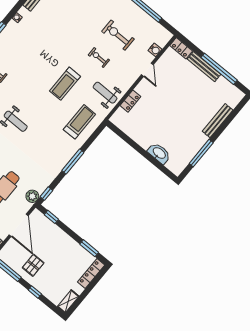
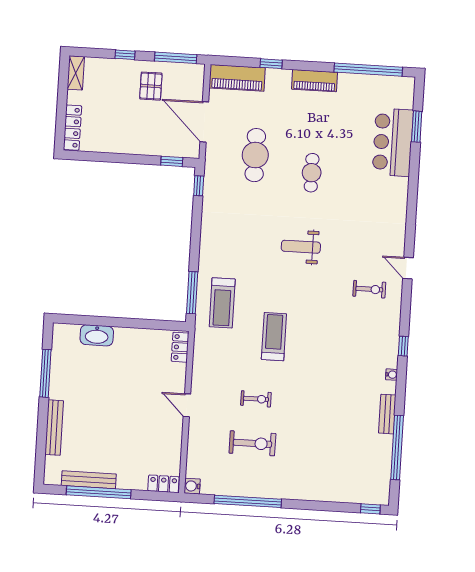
water cooler: (155, 50) -> (192, 486), moved
bench: (204, 67) -> (89, 480), moved
door: (147, 70) -> (187, 405), moved
weight bench: (105, 93) -> (217, 361), removed
locker: (130, 101) -> (180, 347), moved
window: (73, 161) -> (192, 293), moved
plant: (32, 196) -> (214, 170), removed
window: (89, 248) -> (98, 157), removed

